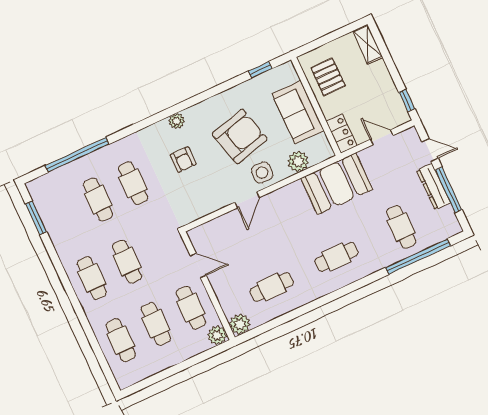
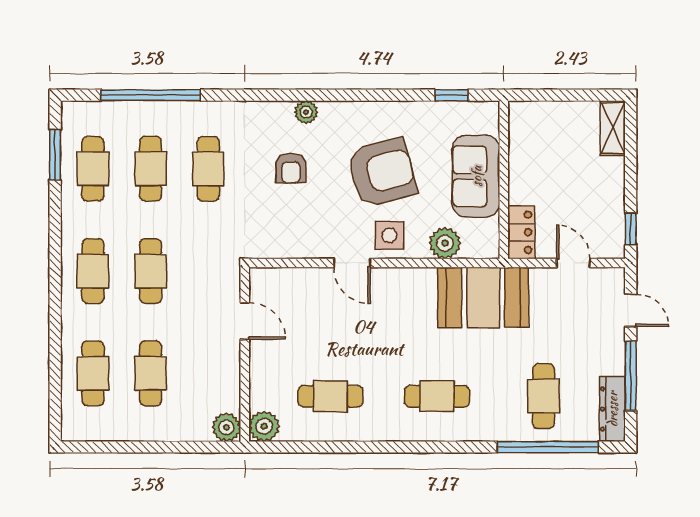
pallet: (328, 77) -> (539, 147), removed
dresser: (433, 187) -> (612, 409), moved
door: (247, 200) -> (352, 263), hinge flipped
cafe table: (191, 308) -> (93, 169), moved

